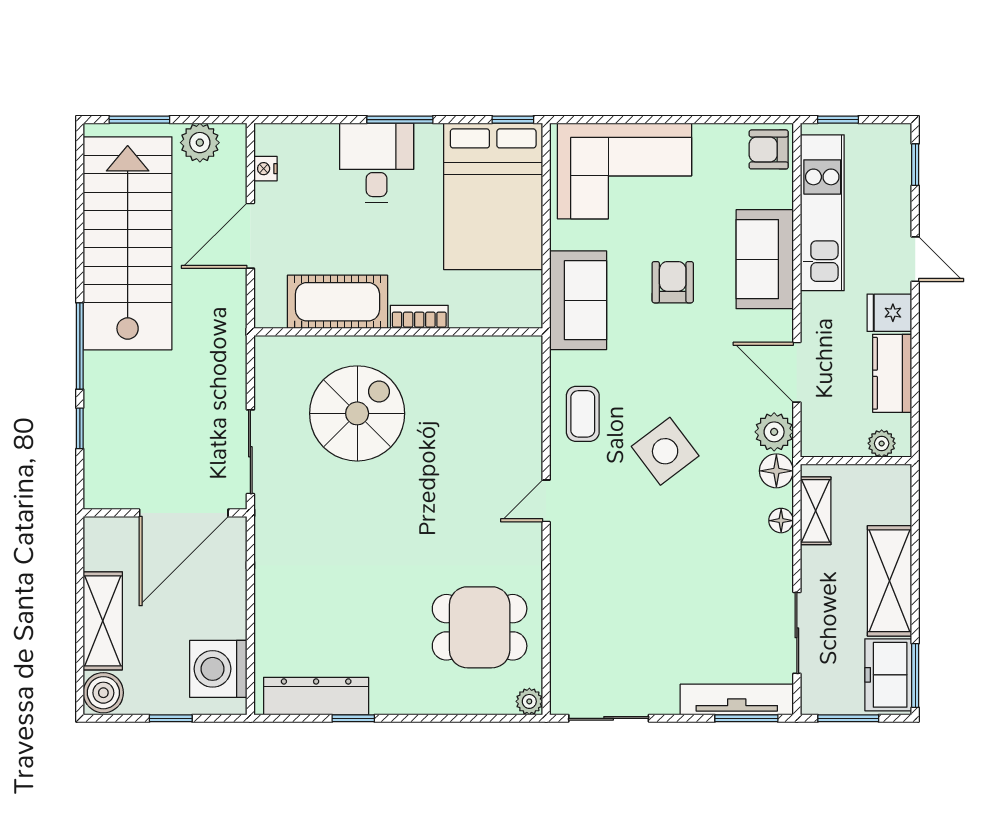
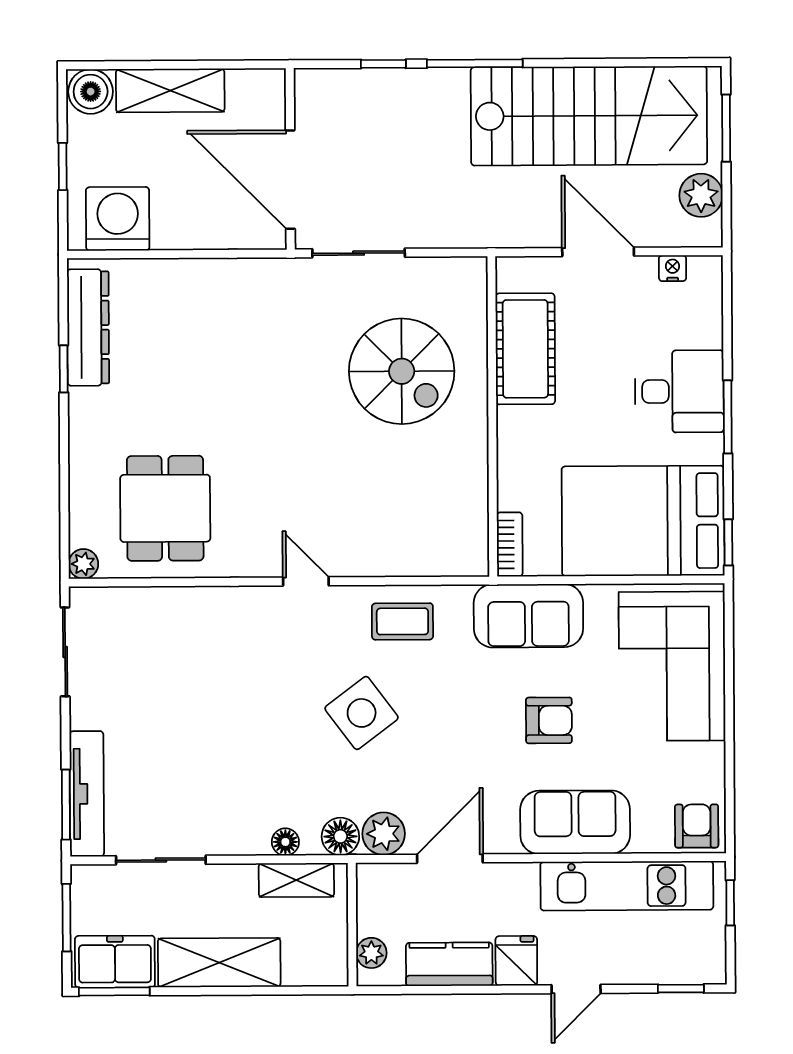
bookcase: (419, 317) -> (510, 544), moved

